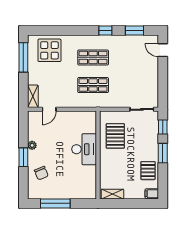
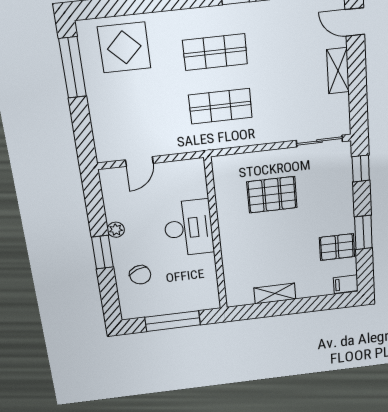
shelving: (33, 96) -> (338, 71), moved
pallet: (115, 136) -> (272, 195), turned 90
desk: (84, 149) -> (188, 228), moved
window: (163, 153) -> (363, 232), moved
wall: (98, 155) -> (216, 235), moved
pallet: (148, 171) -> (337, 247), turned 90

